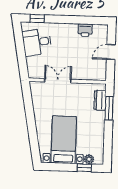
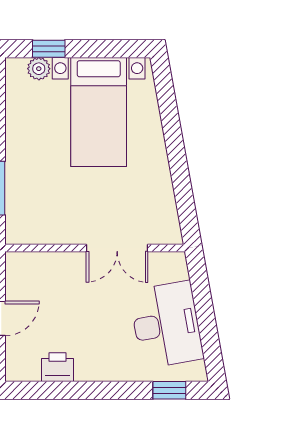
desk: (37, 42) -> (166, 325), width x1.37
dresser: (100, 100) -> (18, 206), removed

